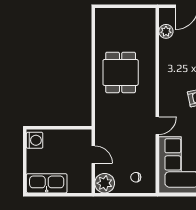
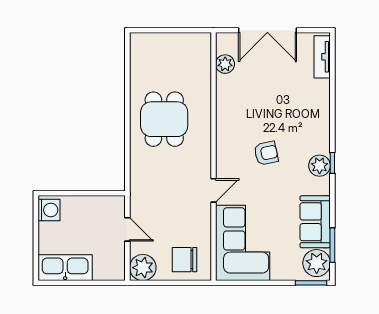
chair: (136, 177) -> (185, 260), width x1.87, depth x1.87

